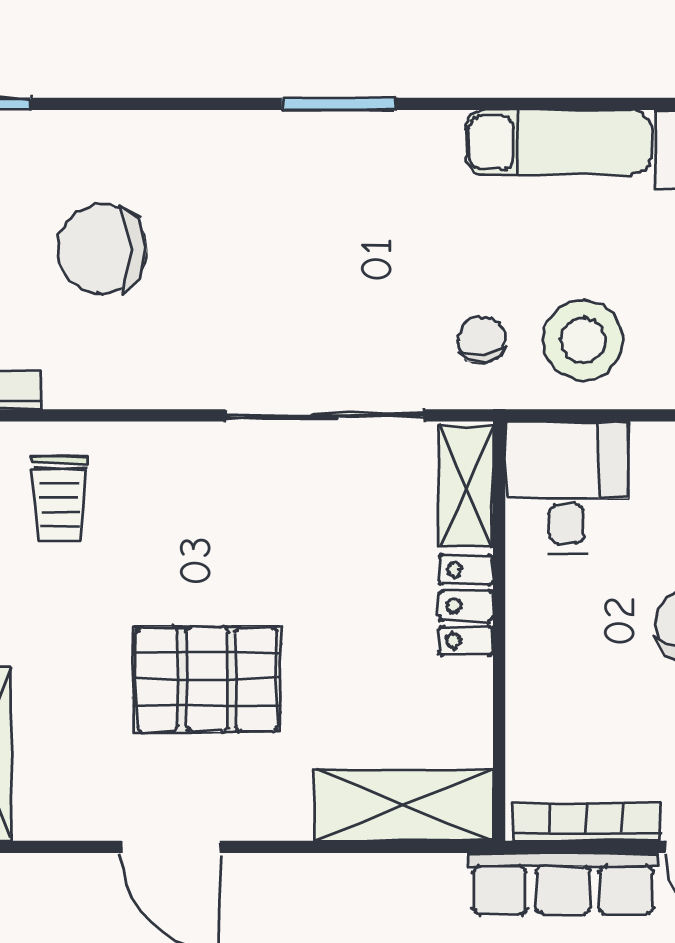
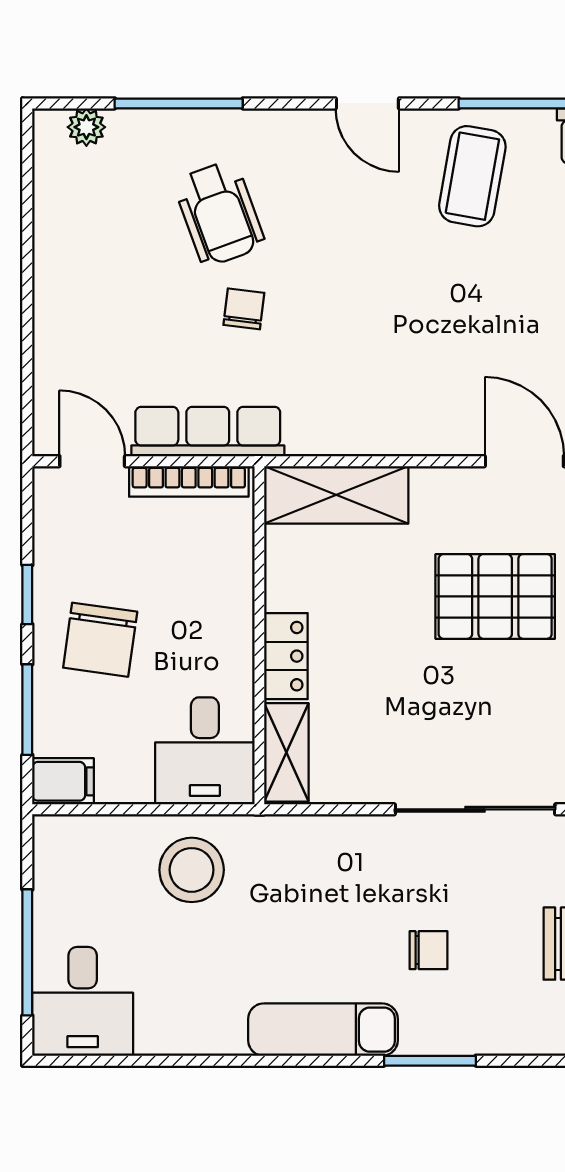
window: (339, 104) -> (430, 1061), moved
exam couch: (558, 142) -> (323, 1030), moved
chair: (481, 339) -> (429, 950), moved, turned -82
sliding door: (325, 415) -> (475, 809), moved

